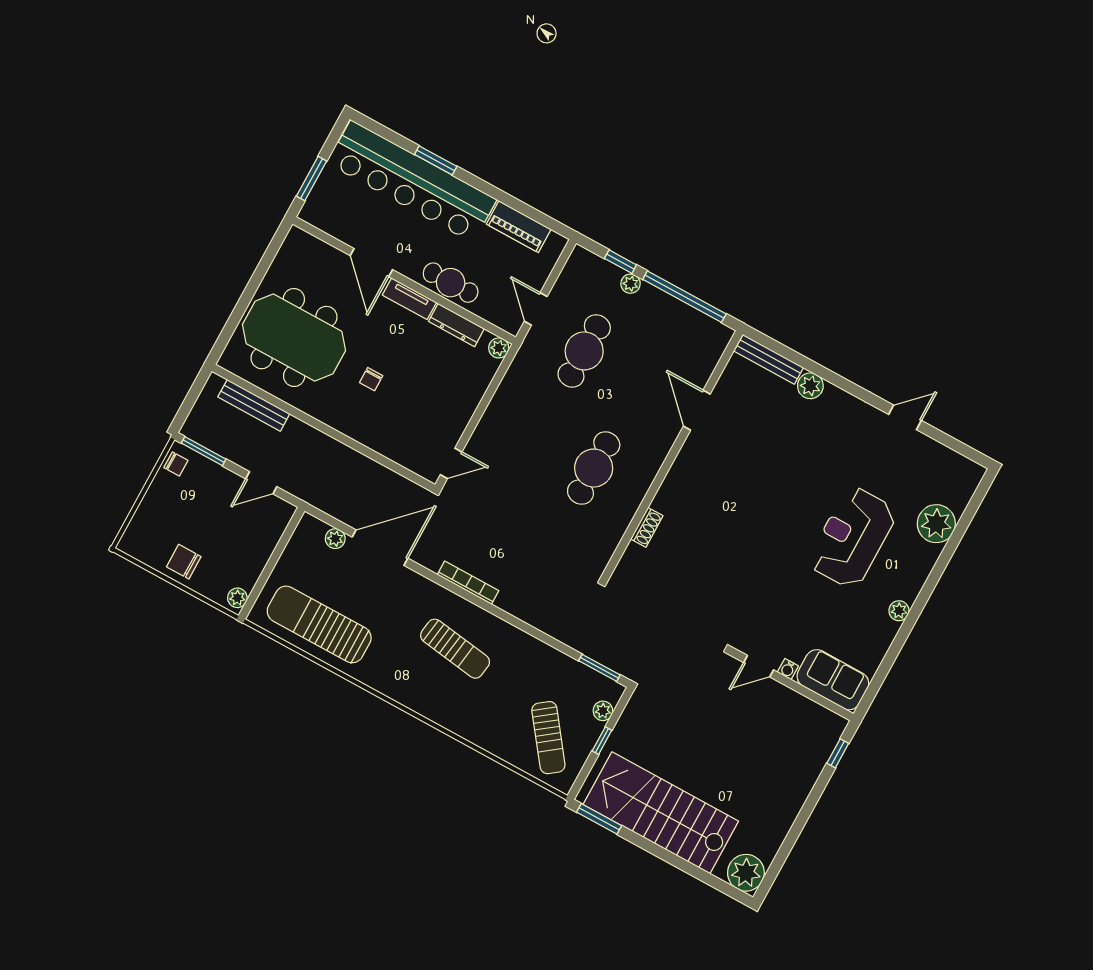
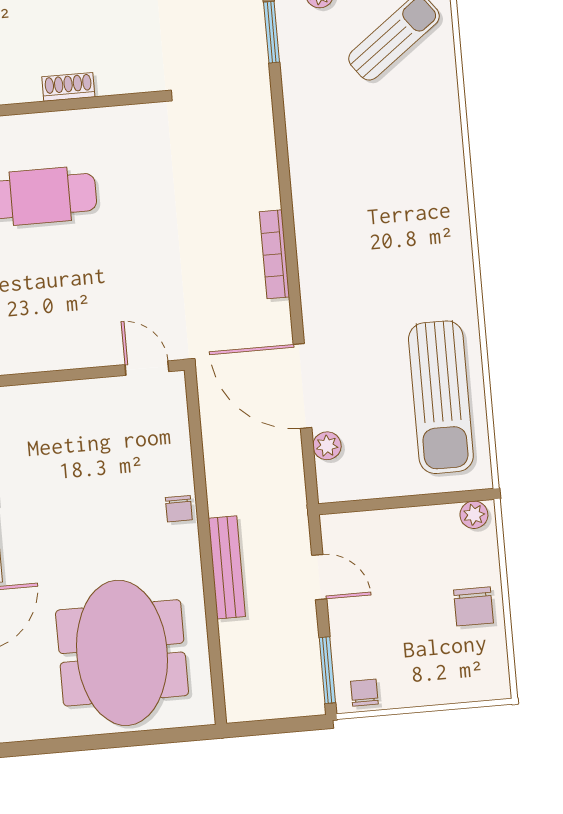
chair: (371, 379) -> (179, 509), moved, turned 90
bench: (254, 405) -> (227, 567), moved
sun lounger: (455, 649) -> (363, 218), removed

